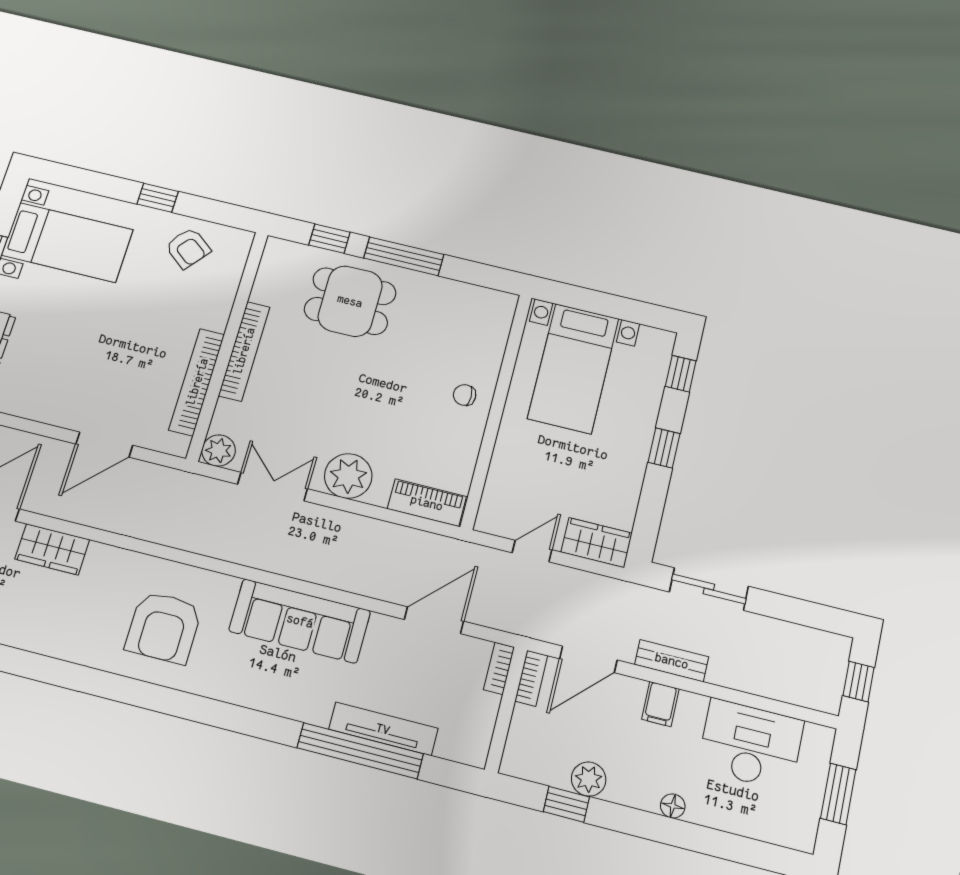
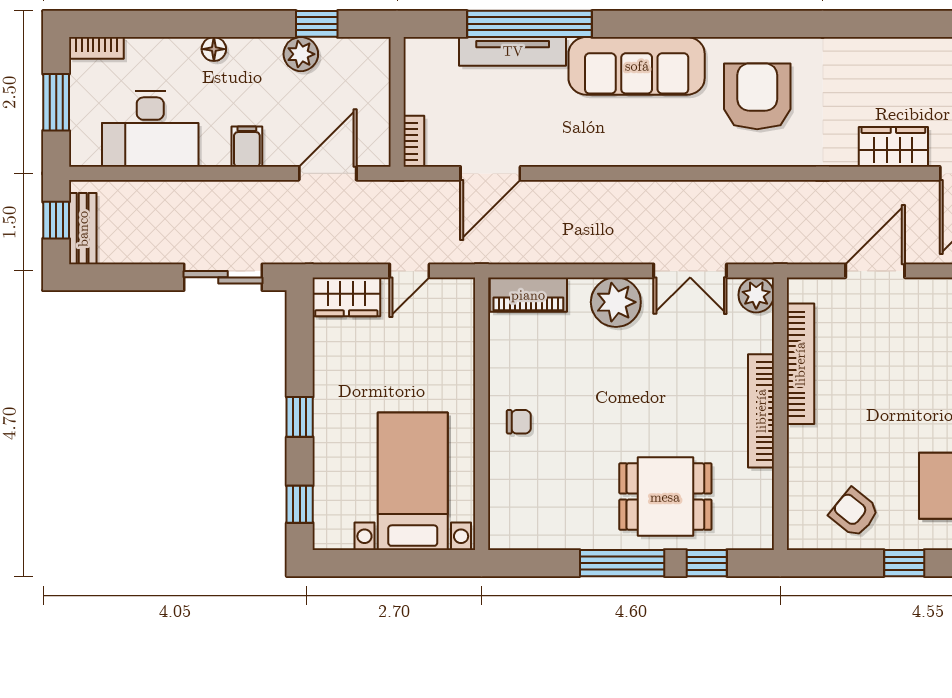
sofa: (300, 621) -> (637, 66), moved, turned 180
bench: (672, 661) -> (83, 229), moved, turned 90
bookcase: (531, 678) -> (96, 48), moved, turned -90

